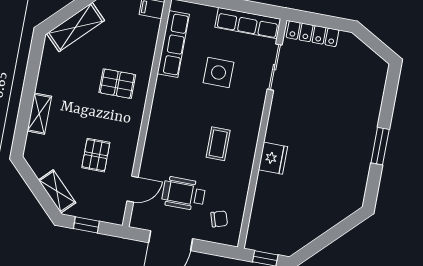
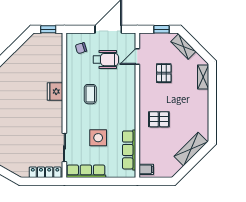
shelving: (39, 114) -> (203, 77), moved

